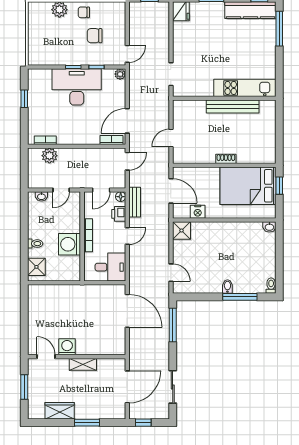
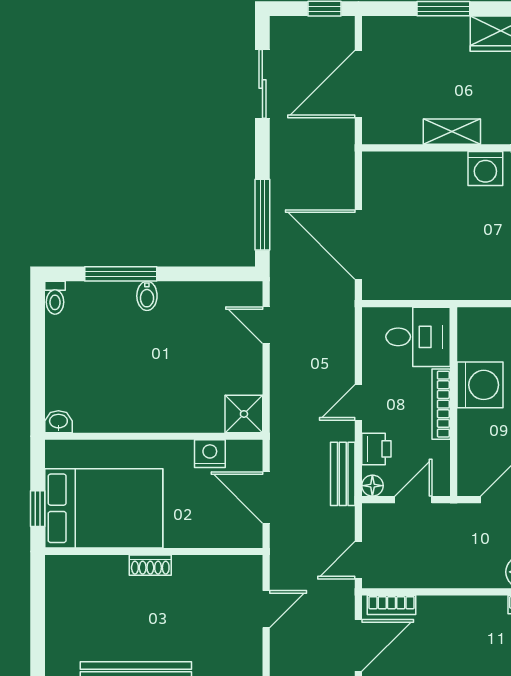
desk: (110, 267) -> (418, 337), moved, turned 180

